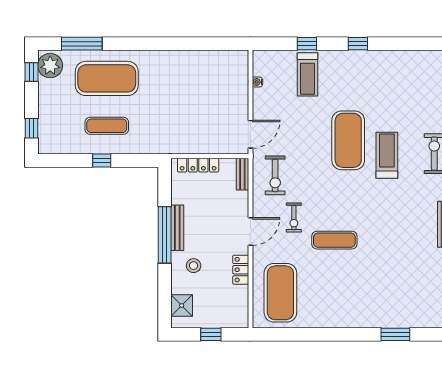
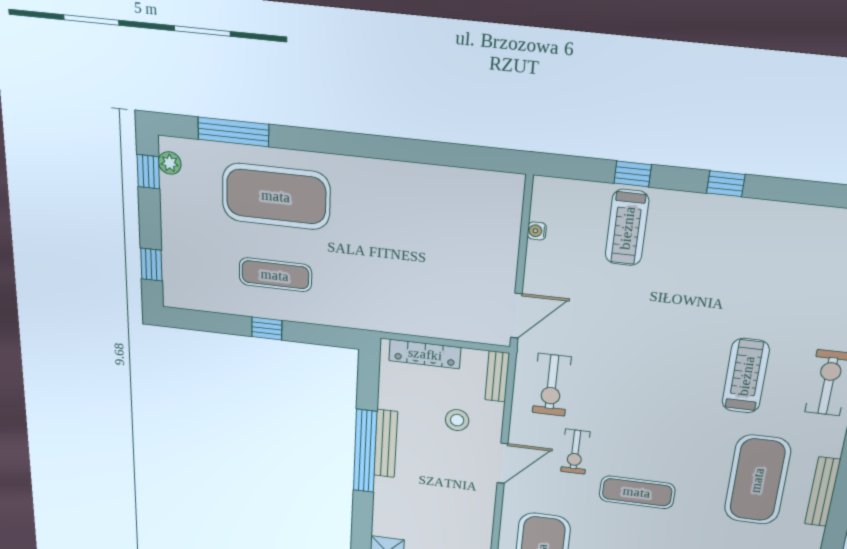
plant: (50, 66) -> (170, 163), width x0.53, depth x0.53
exercise mat: (348, 140) -> (757, 480), moved
stool: (194, 266) -> (457, 420), moved
locker: (241, 270) -> (482, 515), removed

